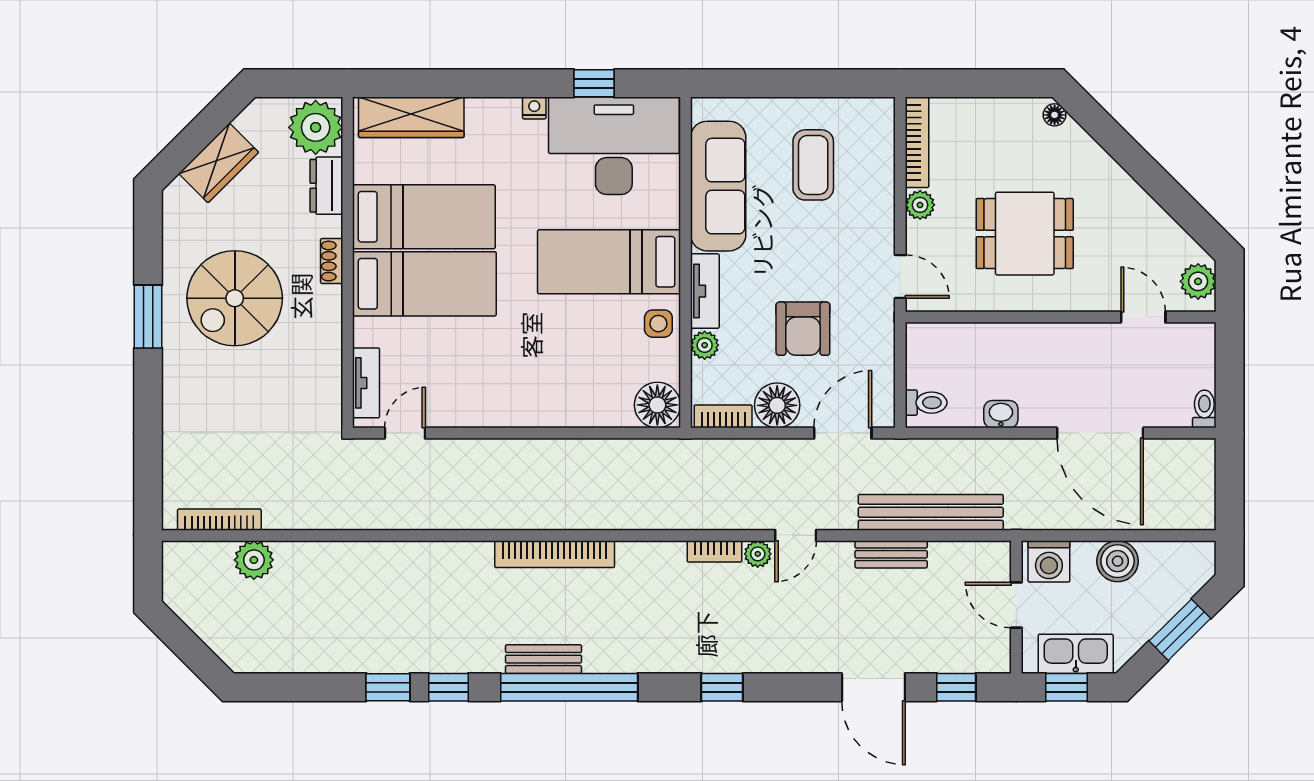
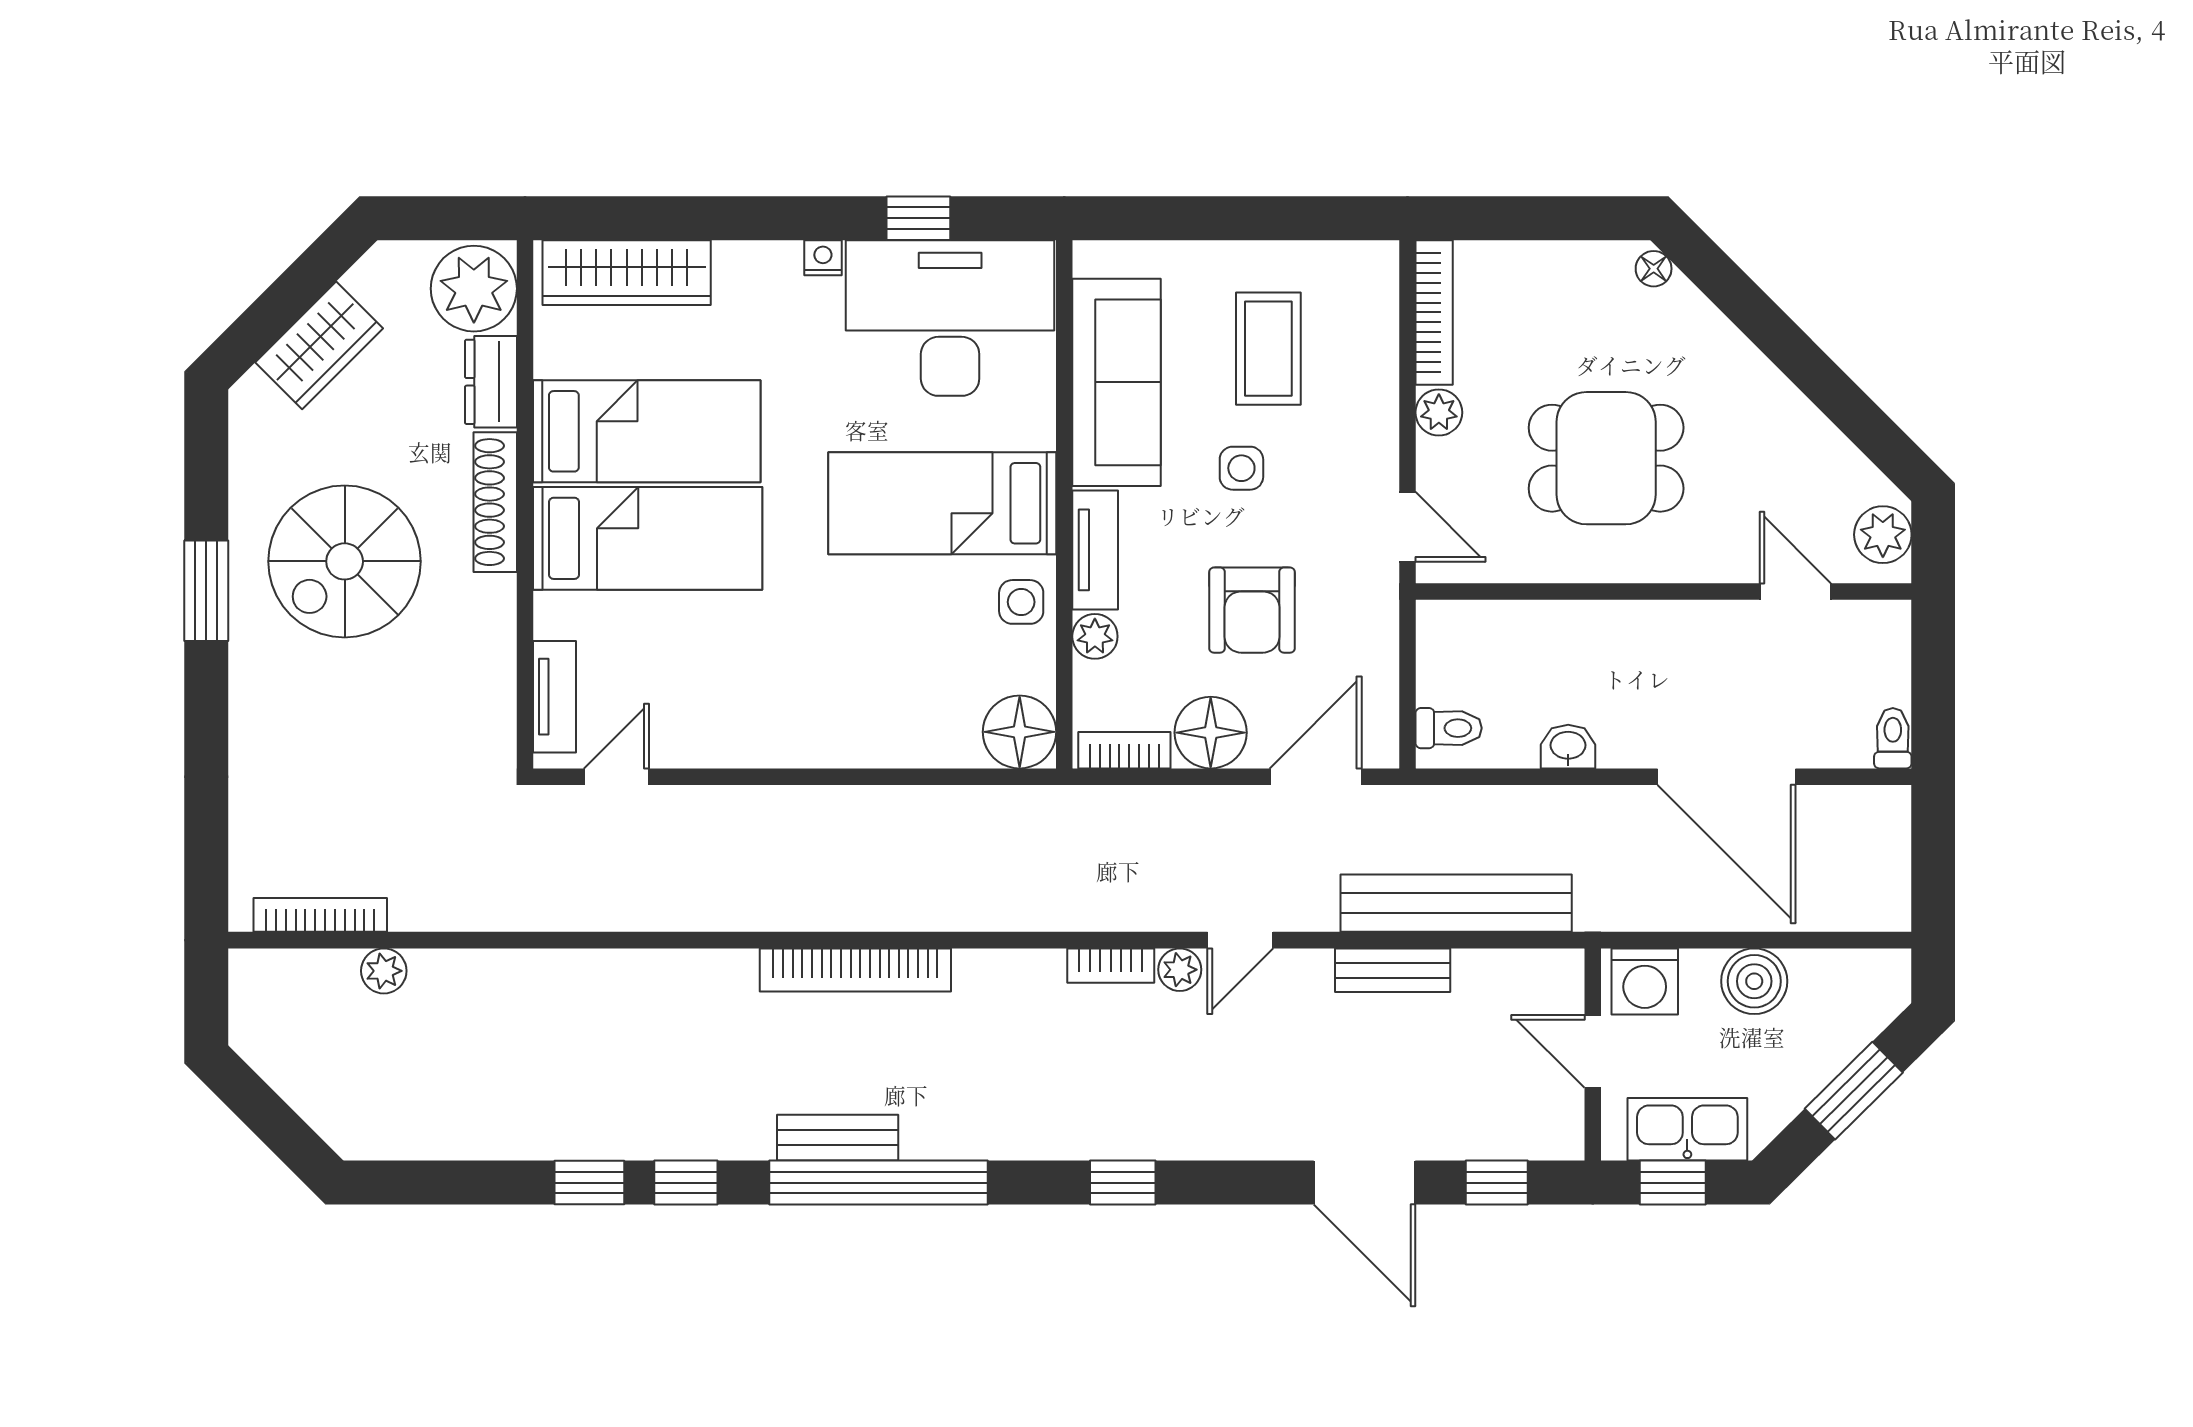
side table: (796, 240) -> (1241, 468), added
shoe rack: (332, 261) -> (495, 502), width x1.94, depth x1.24
plant: (254, 560) -> (384, 971), width x0.73, depth x0.73

